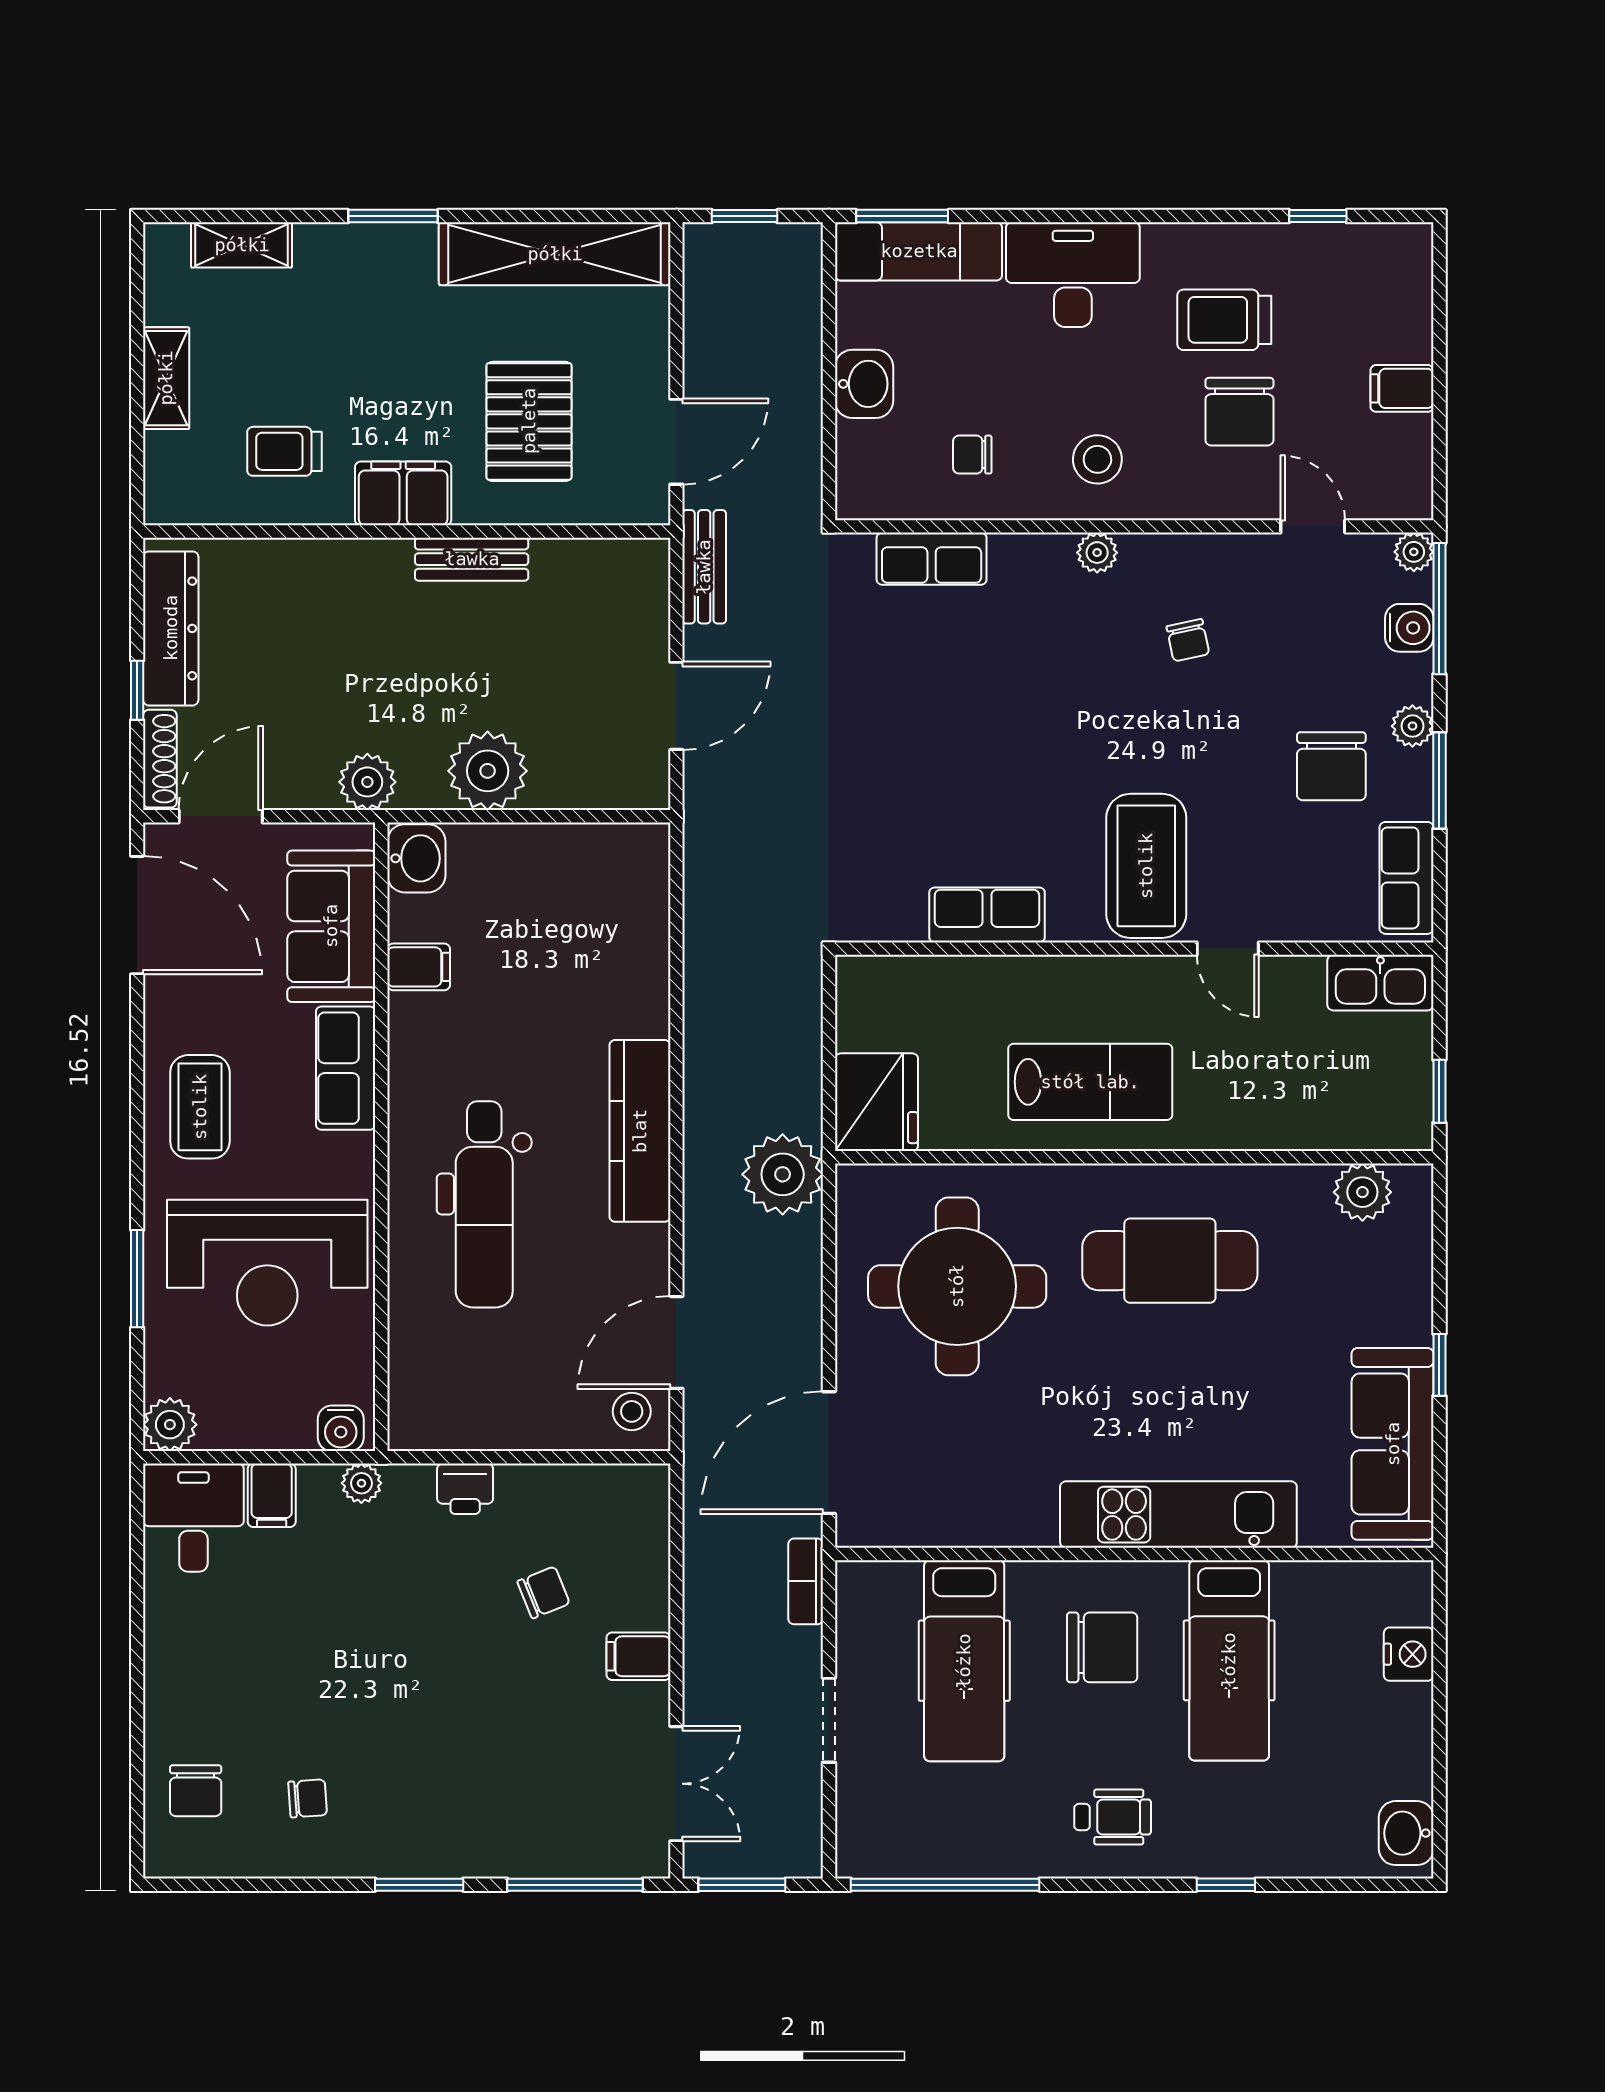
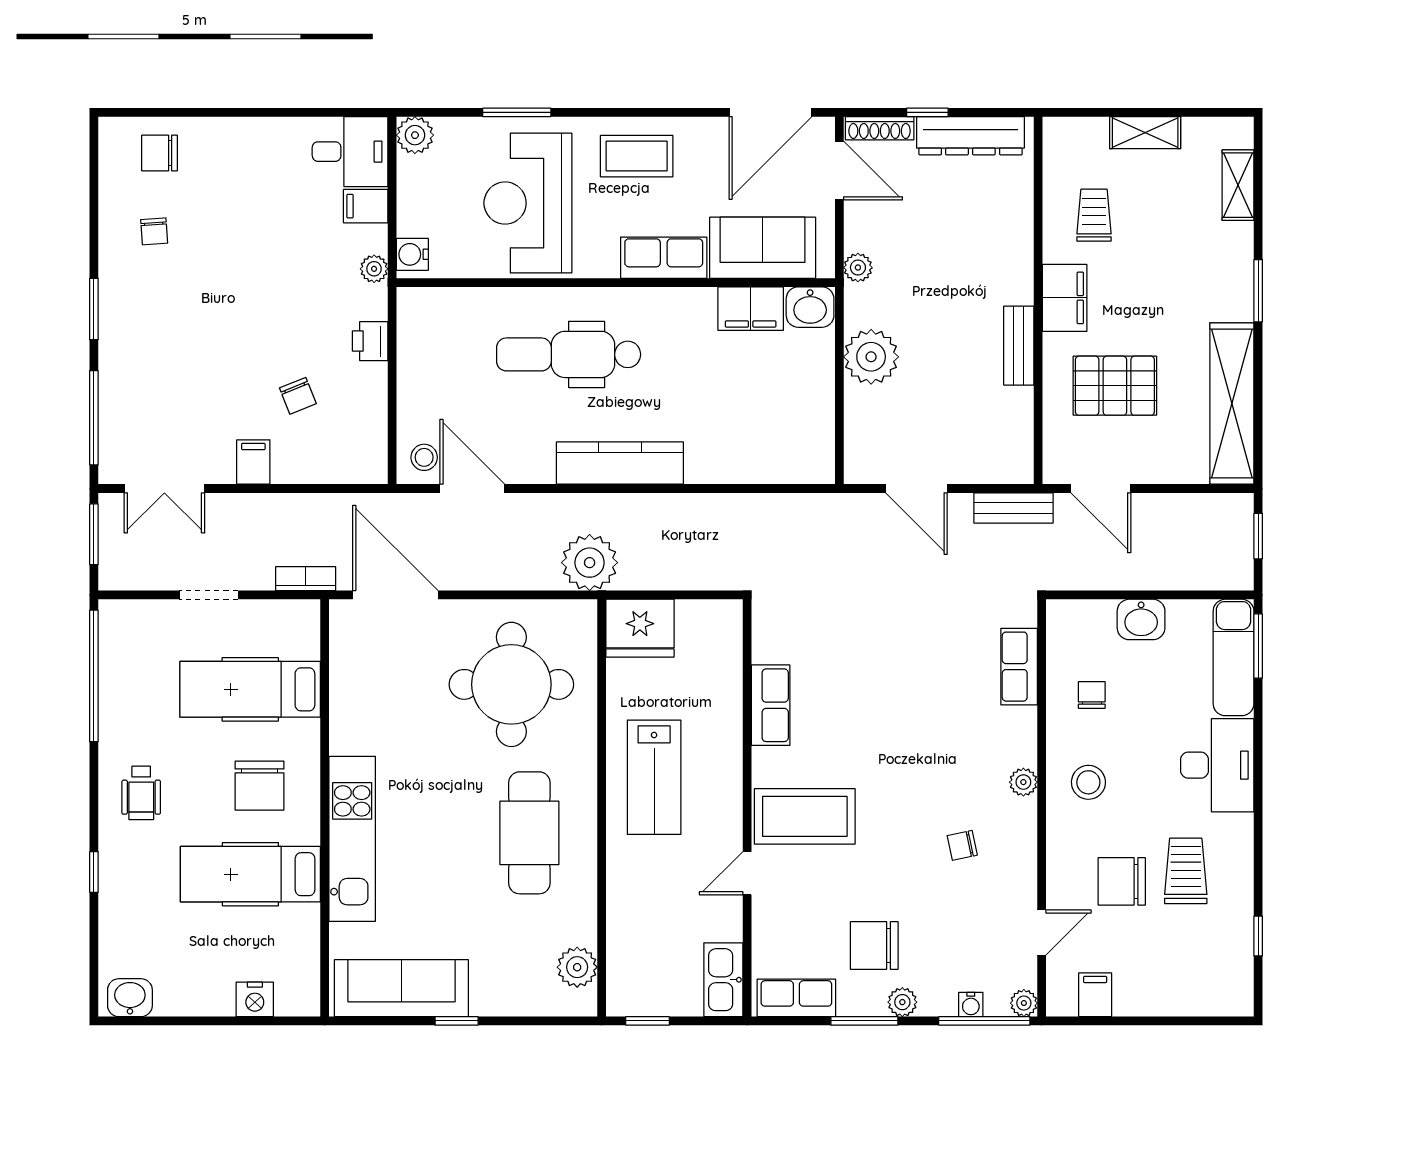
filing cabinet: (1402, 388) -> (1095, 995), moved
water cooler: (1409, 628) -> (971, 1005), width x0.72, depth x0.72
plant: (367, 782) -> (858, 268), width x0.73, depth x0.73
filing cabinet: (419, 967) -> (751, 309), width x2.00

